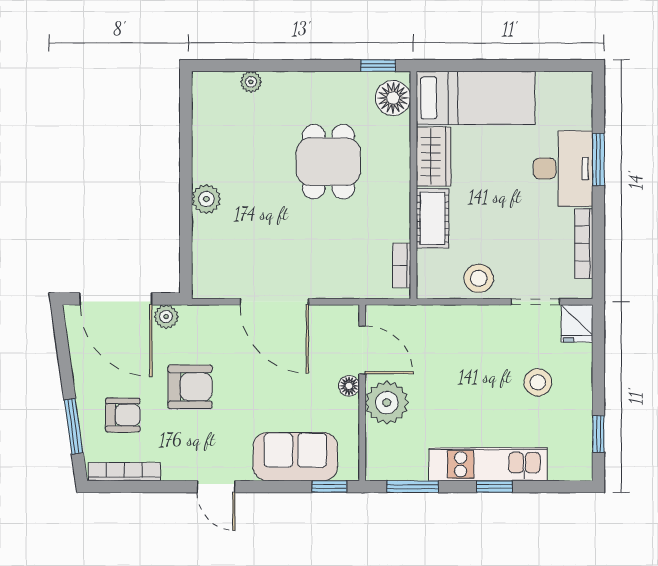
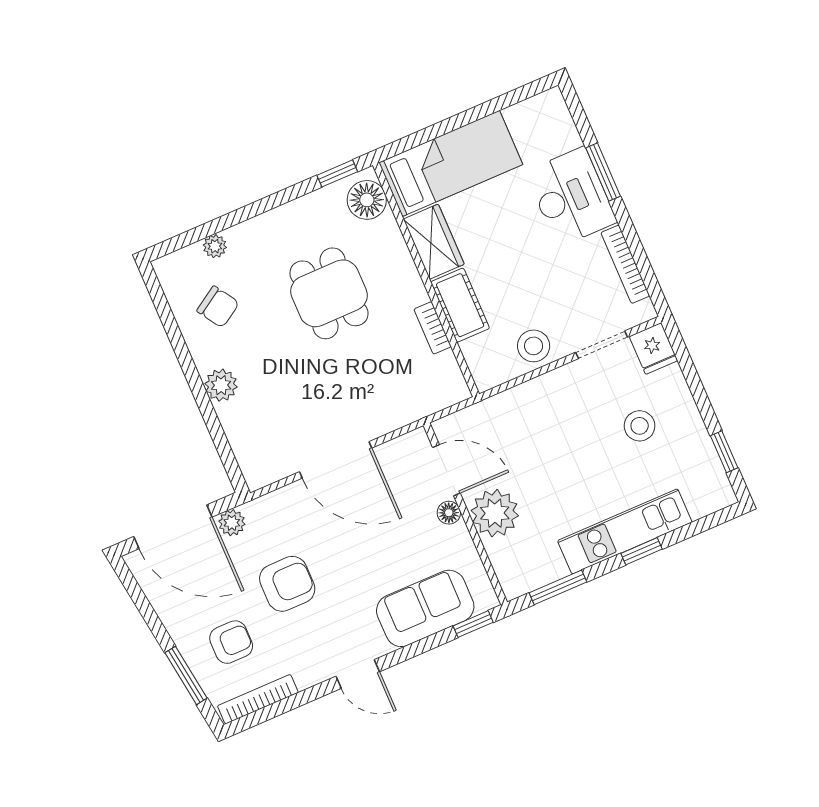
chair: (232, 133) -> (218, 307), added
bookcase: (402, 265) -> (433, 328), moved

